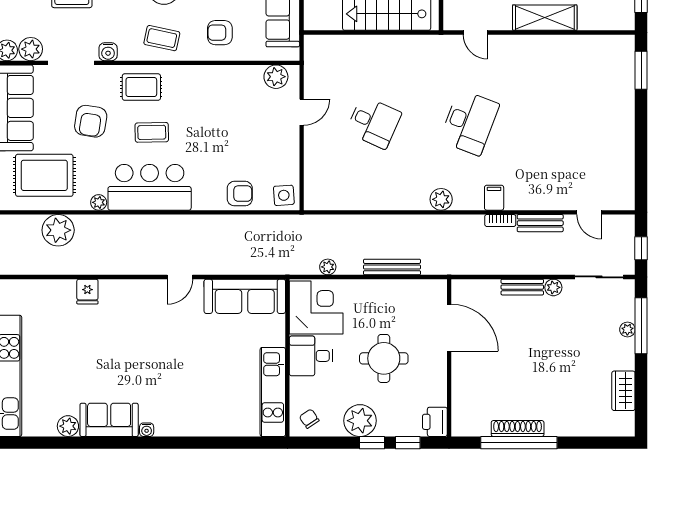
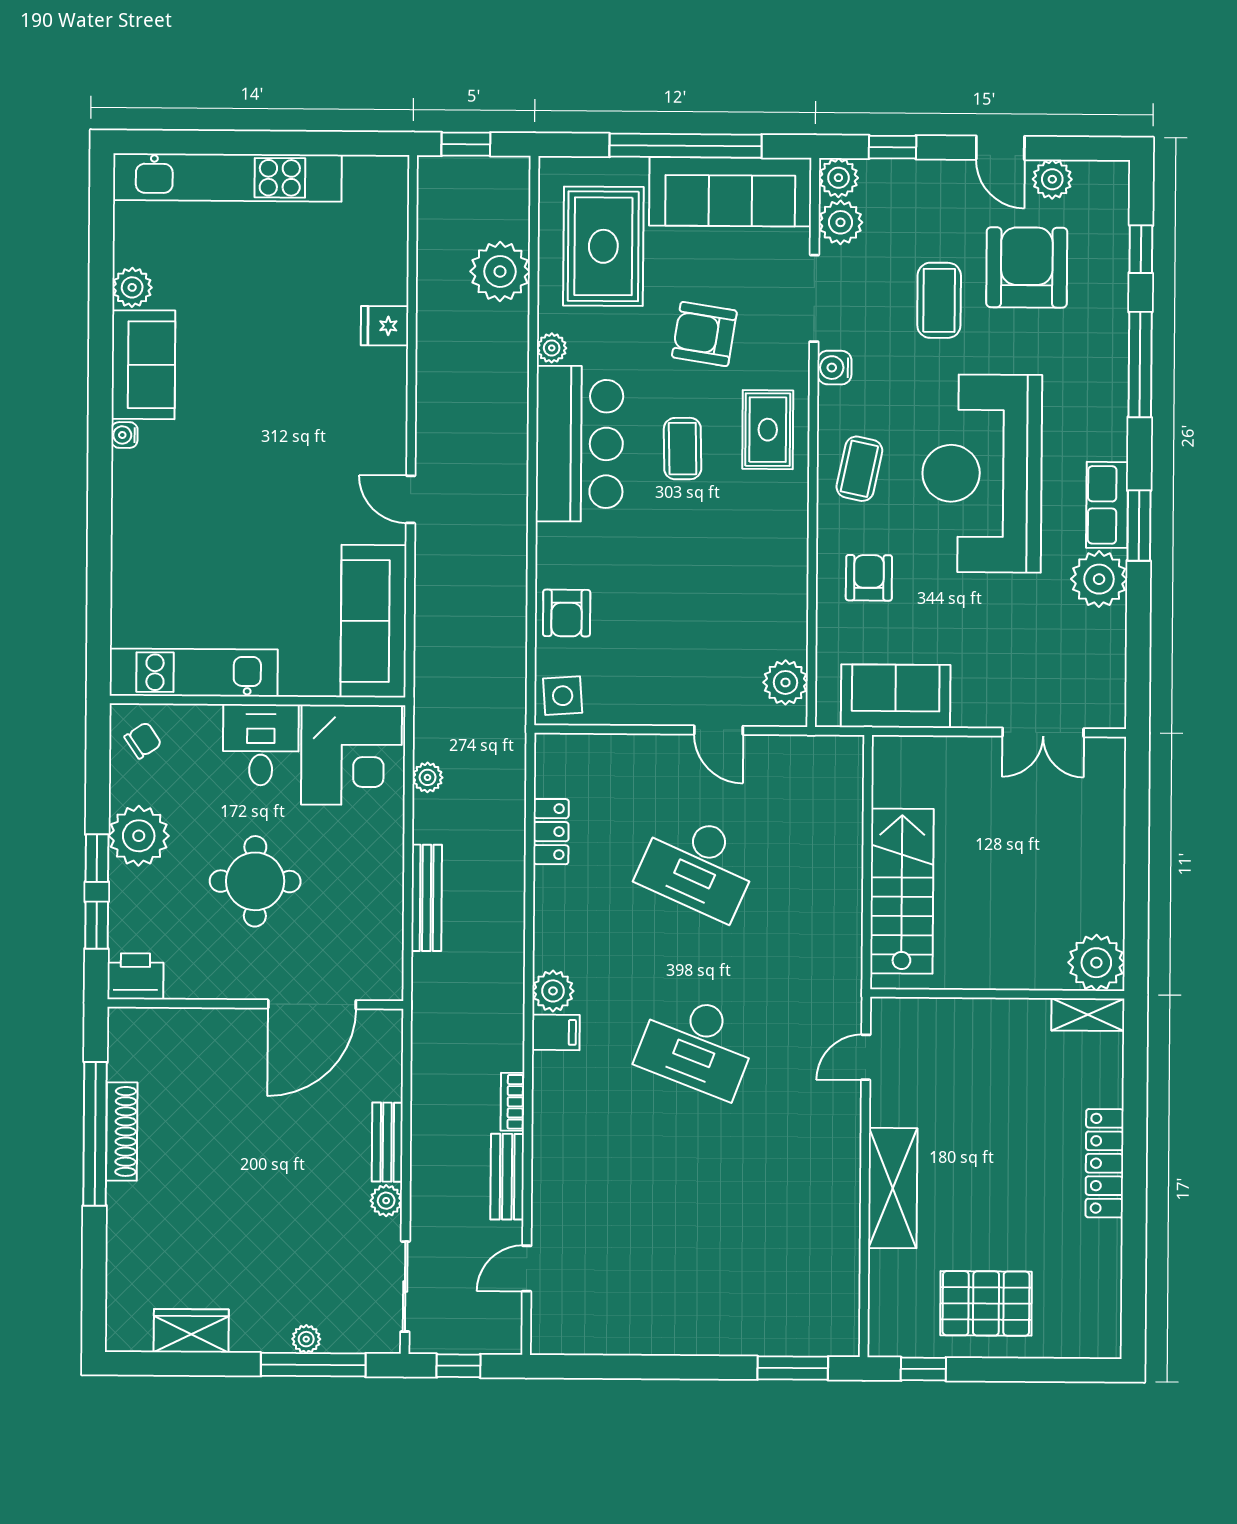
desk: (374, 122) -> (698, 865), width x1.37
filing cabinet: (494, 198) -> (556, 1032), moved
locker: (356, 201) -> (551, 832), added

